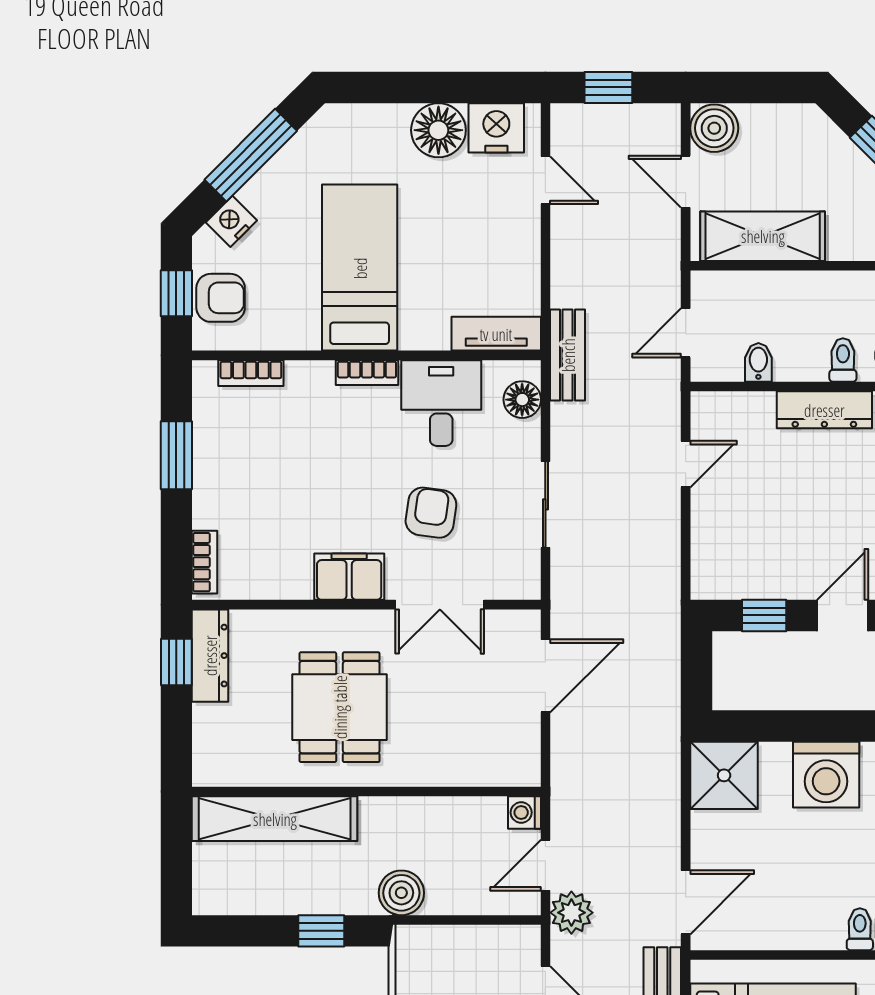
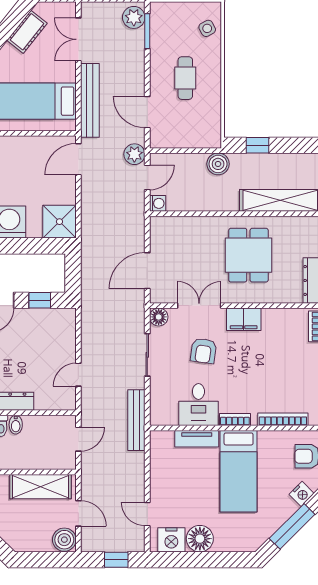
tv unit: (496, 334) -> (197, 439), moved
bench: (568, 355) -> (136, 420), width x1.36
bidet: (758, 362) -> (16, 425), moved
bookcase: (251, 373) -> (283, 419), width x1.56
floor lamp: (522, 400) -> (159, 317), moved

